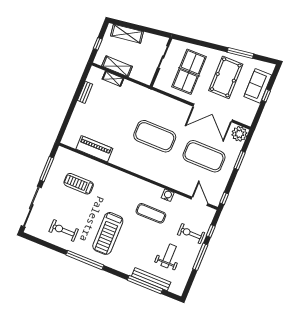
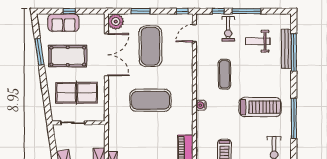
exercise mat: (155, 136) -> (150, 100), turned 90
water cooler: (168, 195) -> (201, 105), moved

